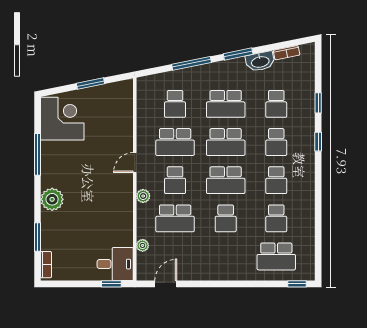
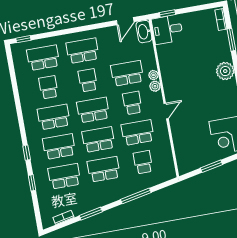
window: (238, 54) -> (91, 214), moved
washbasin: (260, 61) -> (144, 32), moved, turned -79
school desk: (276, 104) -> (64, 176), width x1.85
school desk: (276, 142) -> (59, 147), width x1.85
school desk: (276, 180) -> (54, 117), width x1.85
plant: (143, 245) -> (153, 75), moved
school desk: (226, 256) -> (83, 51), added

